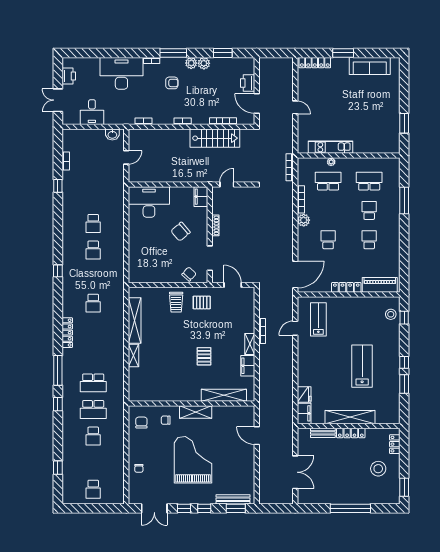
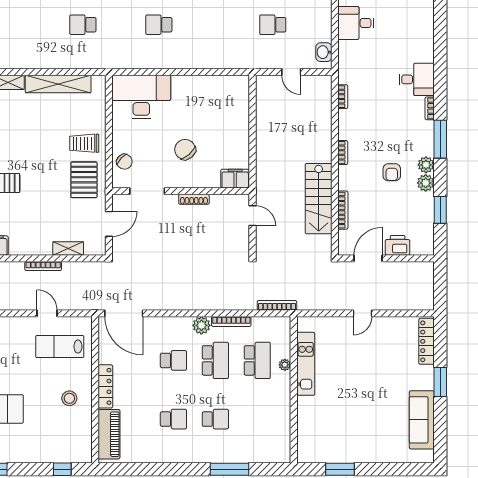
desk: (121, 73) -> (417, 79), width x0.53, depth x0.77
armchair: (172, 83) -> (392, 172), moved
school desk: (369, 181) -> (215, 360), moved
desk: (149, 202) -> (141, 97), moved, turned -90
school desk: (93, 223) -> (273, 25), moved
pallet: (202, 302) -> (84, 180), width x1.50, depth x1.42
stool: (391, 314) -> (69, 398), moved
lab bench: (318, 319) -> (60, 347), turned 180
shelving: (250, 344) -> (68, 248), moved

